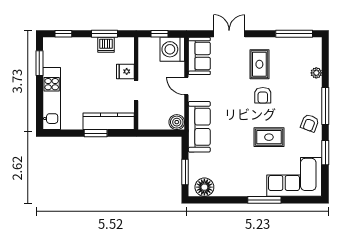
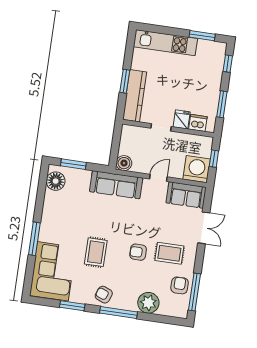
dishwasher: (106, 45) -> (198, 123), moved, turned 90
armchair: (290, 49) -> (180, 285), added
plant: (316, 73) -> (148, 303), width x1.88, depth x1.88

